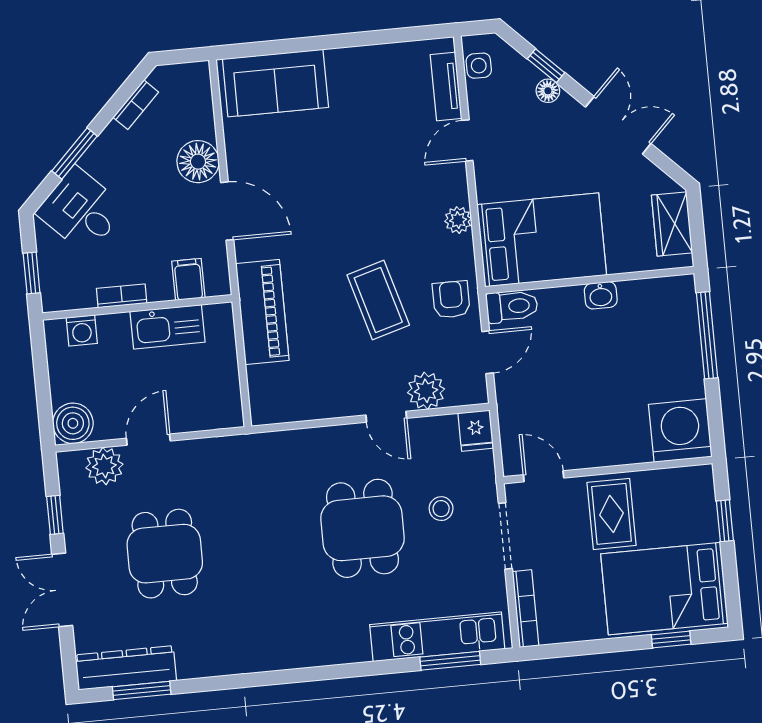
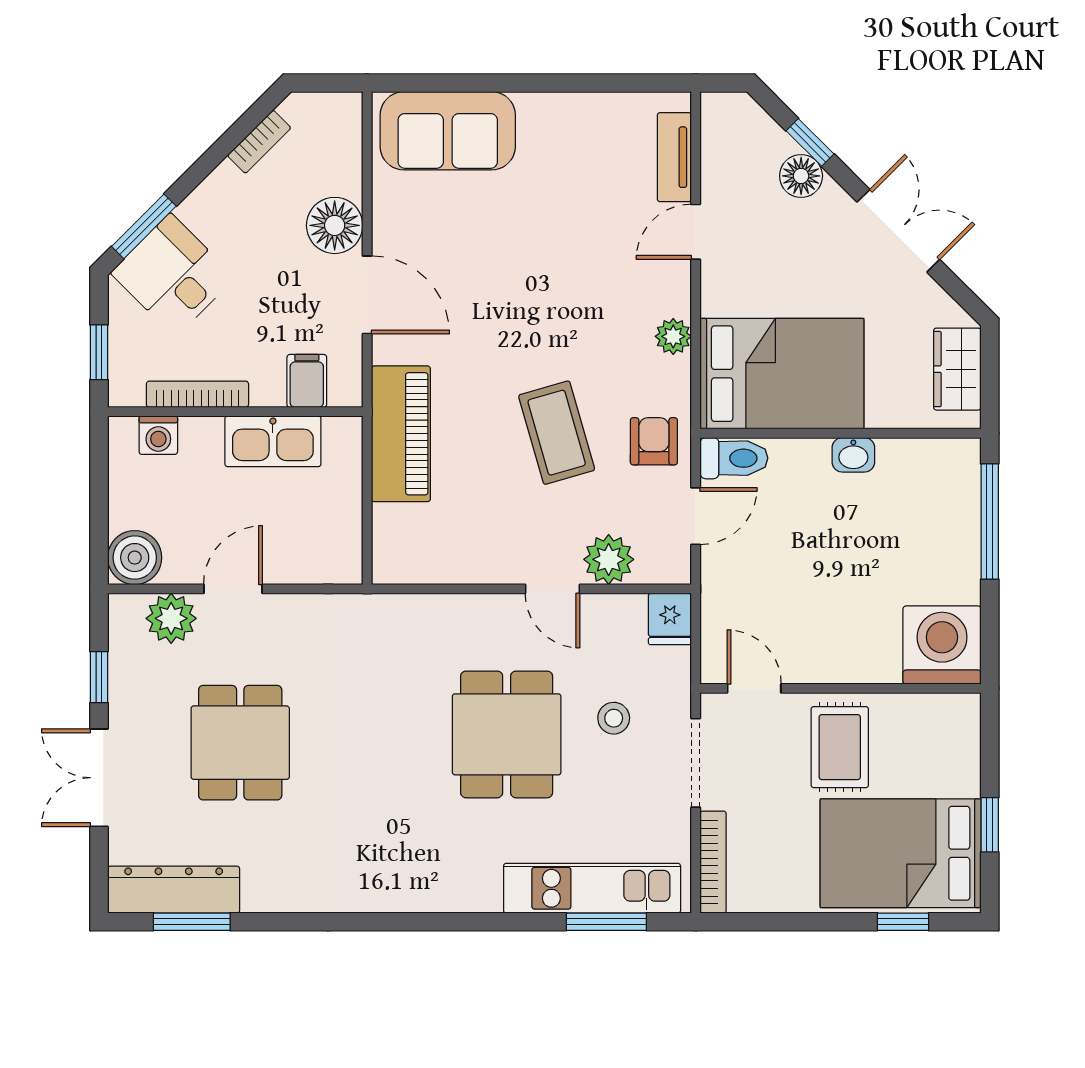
side table: (479, 66) -> (721, 134), removed
floor lamp: (548, 91) -> (801, 176), width x1.37, depth x1.37
window: (75, 154) -> (144, 226), moved
bookcase: (122, 296) -> (197, 394), width x1.56
window: (725, 521) -> (990, 825), moved

